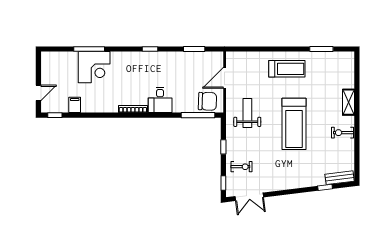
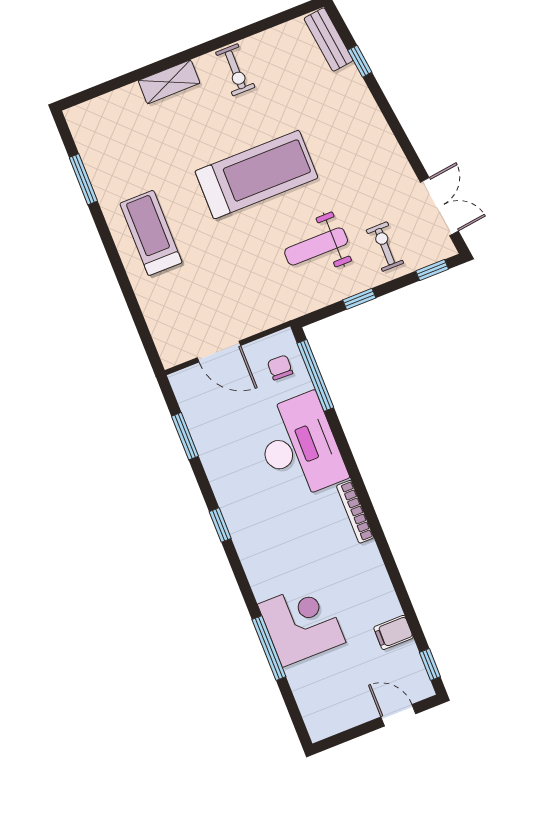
desk: (160, 100) -> (299, 446), width x1.87, depth x1.30
chair: (207, 101) -> (280, 367), width x0.54, depth x0.54
weight bench: (247, 113) -> (316, 246), moved

